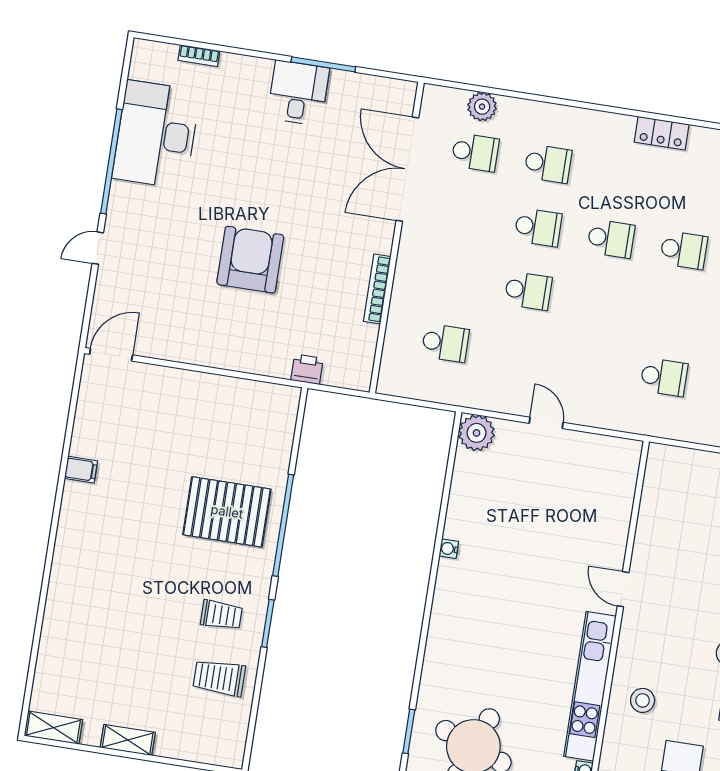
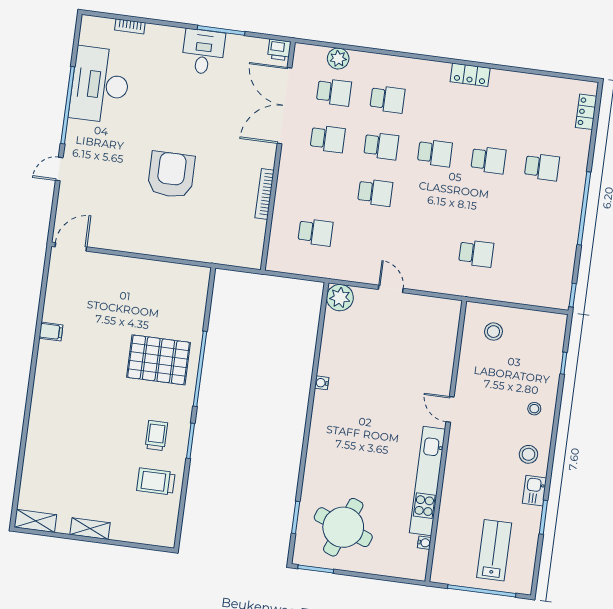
school desk: (465, 216) -> (328, 139), added
printer: (307, 369) -> (279, 50), moved, turned 180
trolley: (221, 615) -> (156, 435), turned -90
stool: (643, 700) -> (493, 332), moved

